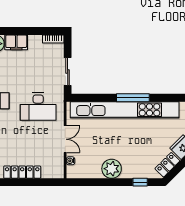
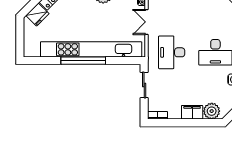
window: (133, 98) -> (83, 61), width x1.46
desk: (38, 107) -> (172, 52), turned -90

